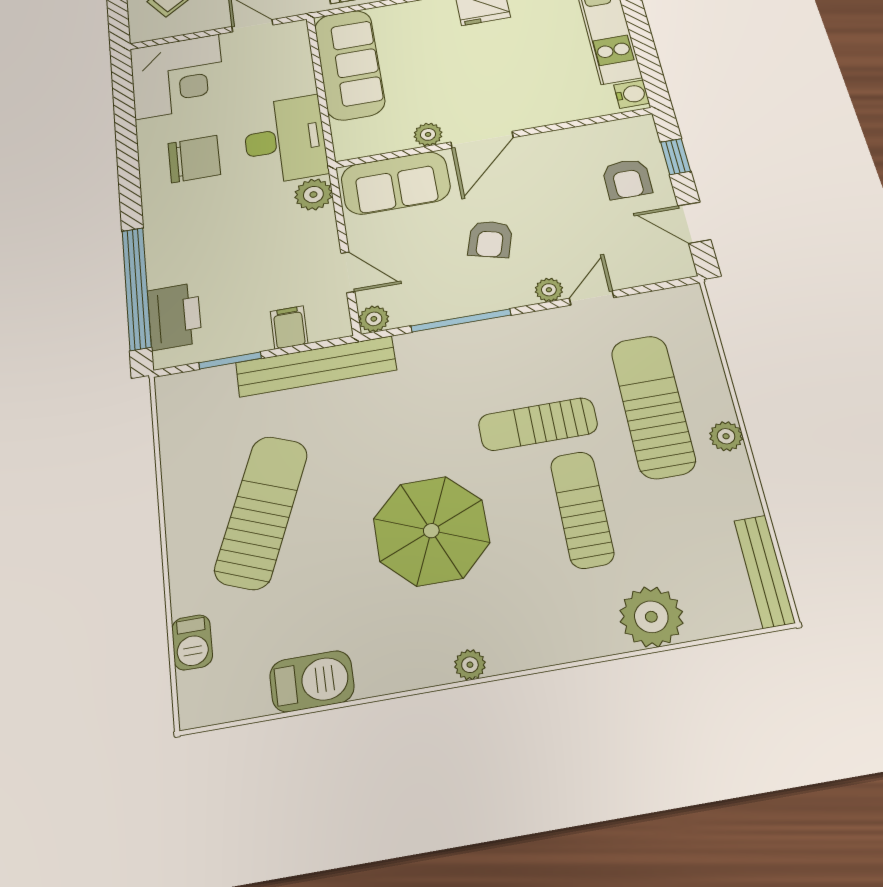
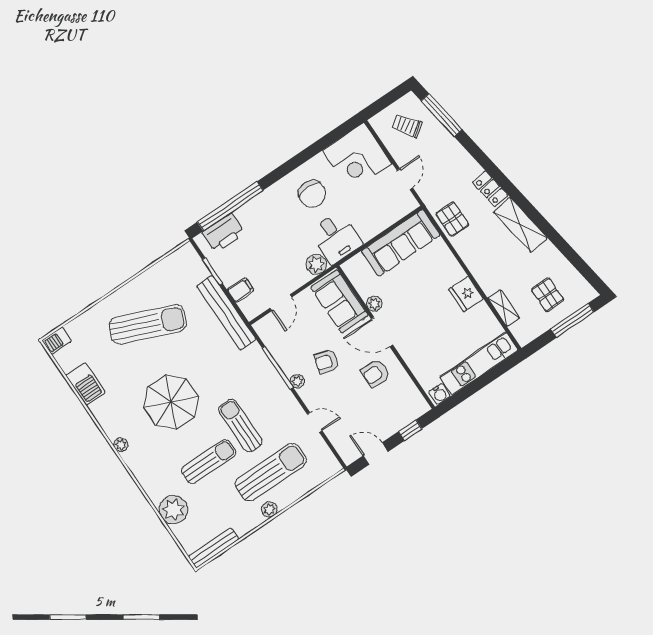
desk: (285, 140) -> (336, 238), width x0.73
armchair: (627, 179) -> (376, 373), moved
door: (694, 223) -> (376, 454), hinge flipped
plant: (549, 290) -> (297, 381), moved
plant: (374, 319) -> (262, 327), removed
barbecue: (192, 642) -> (57, 341), moved

